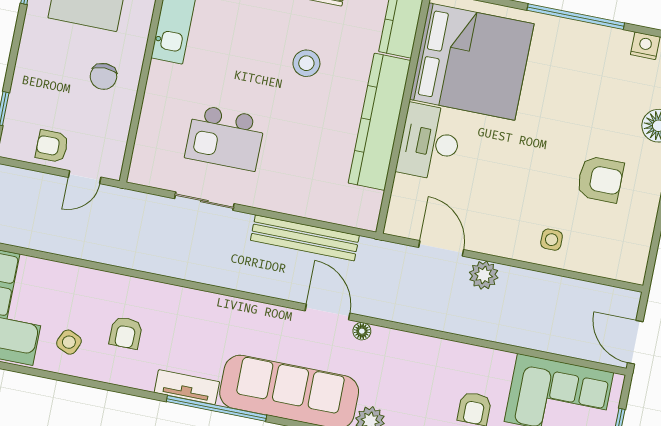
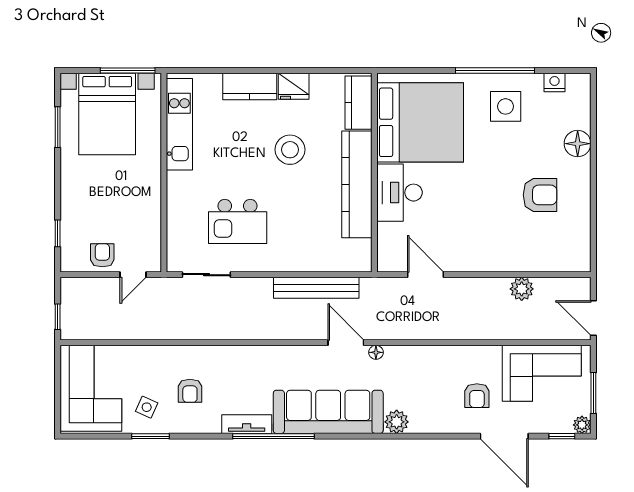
stool: (306, 63) -> (290, 150), width x1.38, depth x1.38
chair: (103, 76) -> (132, 192), removed
armchair: (52, 146) -> (102, 255), turned 90
sliding door: (204, 201) -> (206, 275), moved
side table: (552, 240) -> (506, 106), moved, width x1.87, depth x1.87
plant: (484, 275) -> (522, 289), moved
window: (67, 378) -> (151, 436), added

